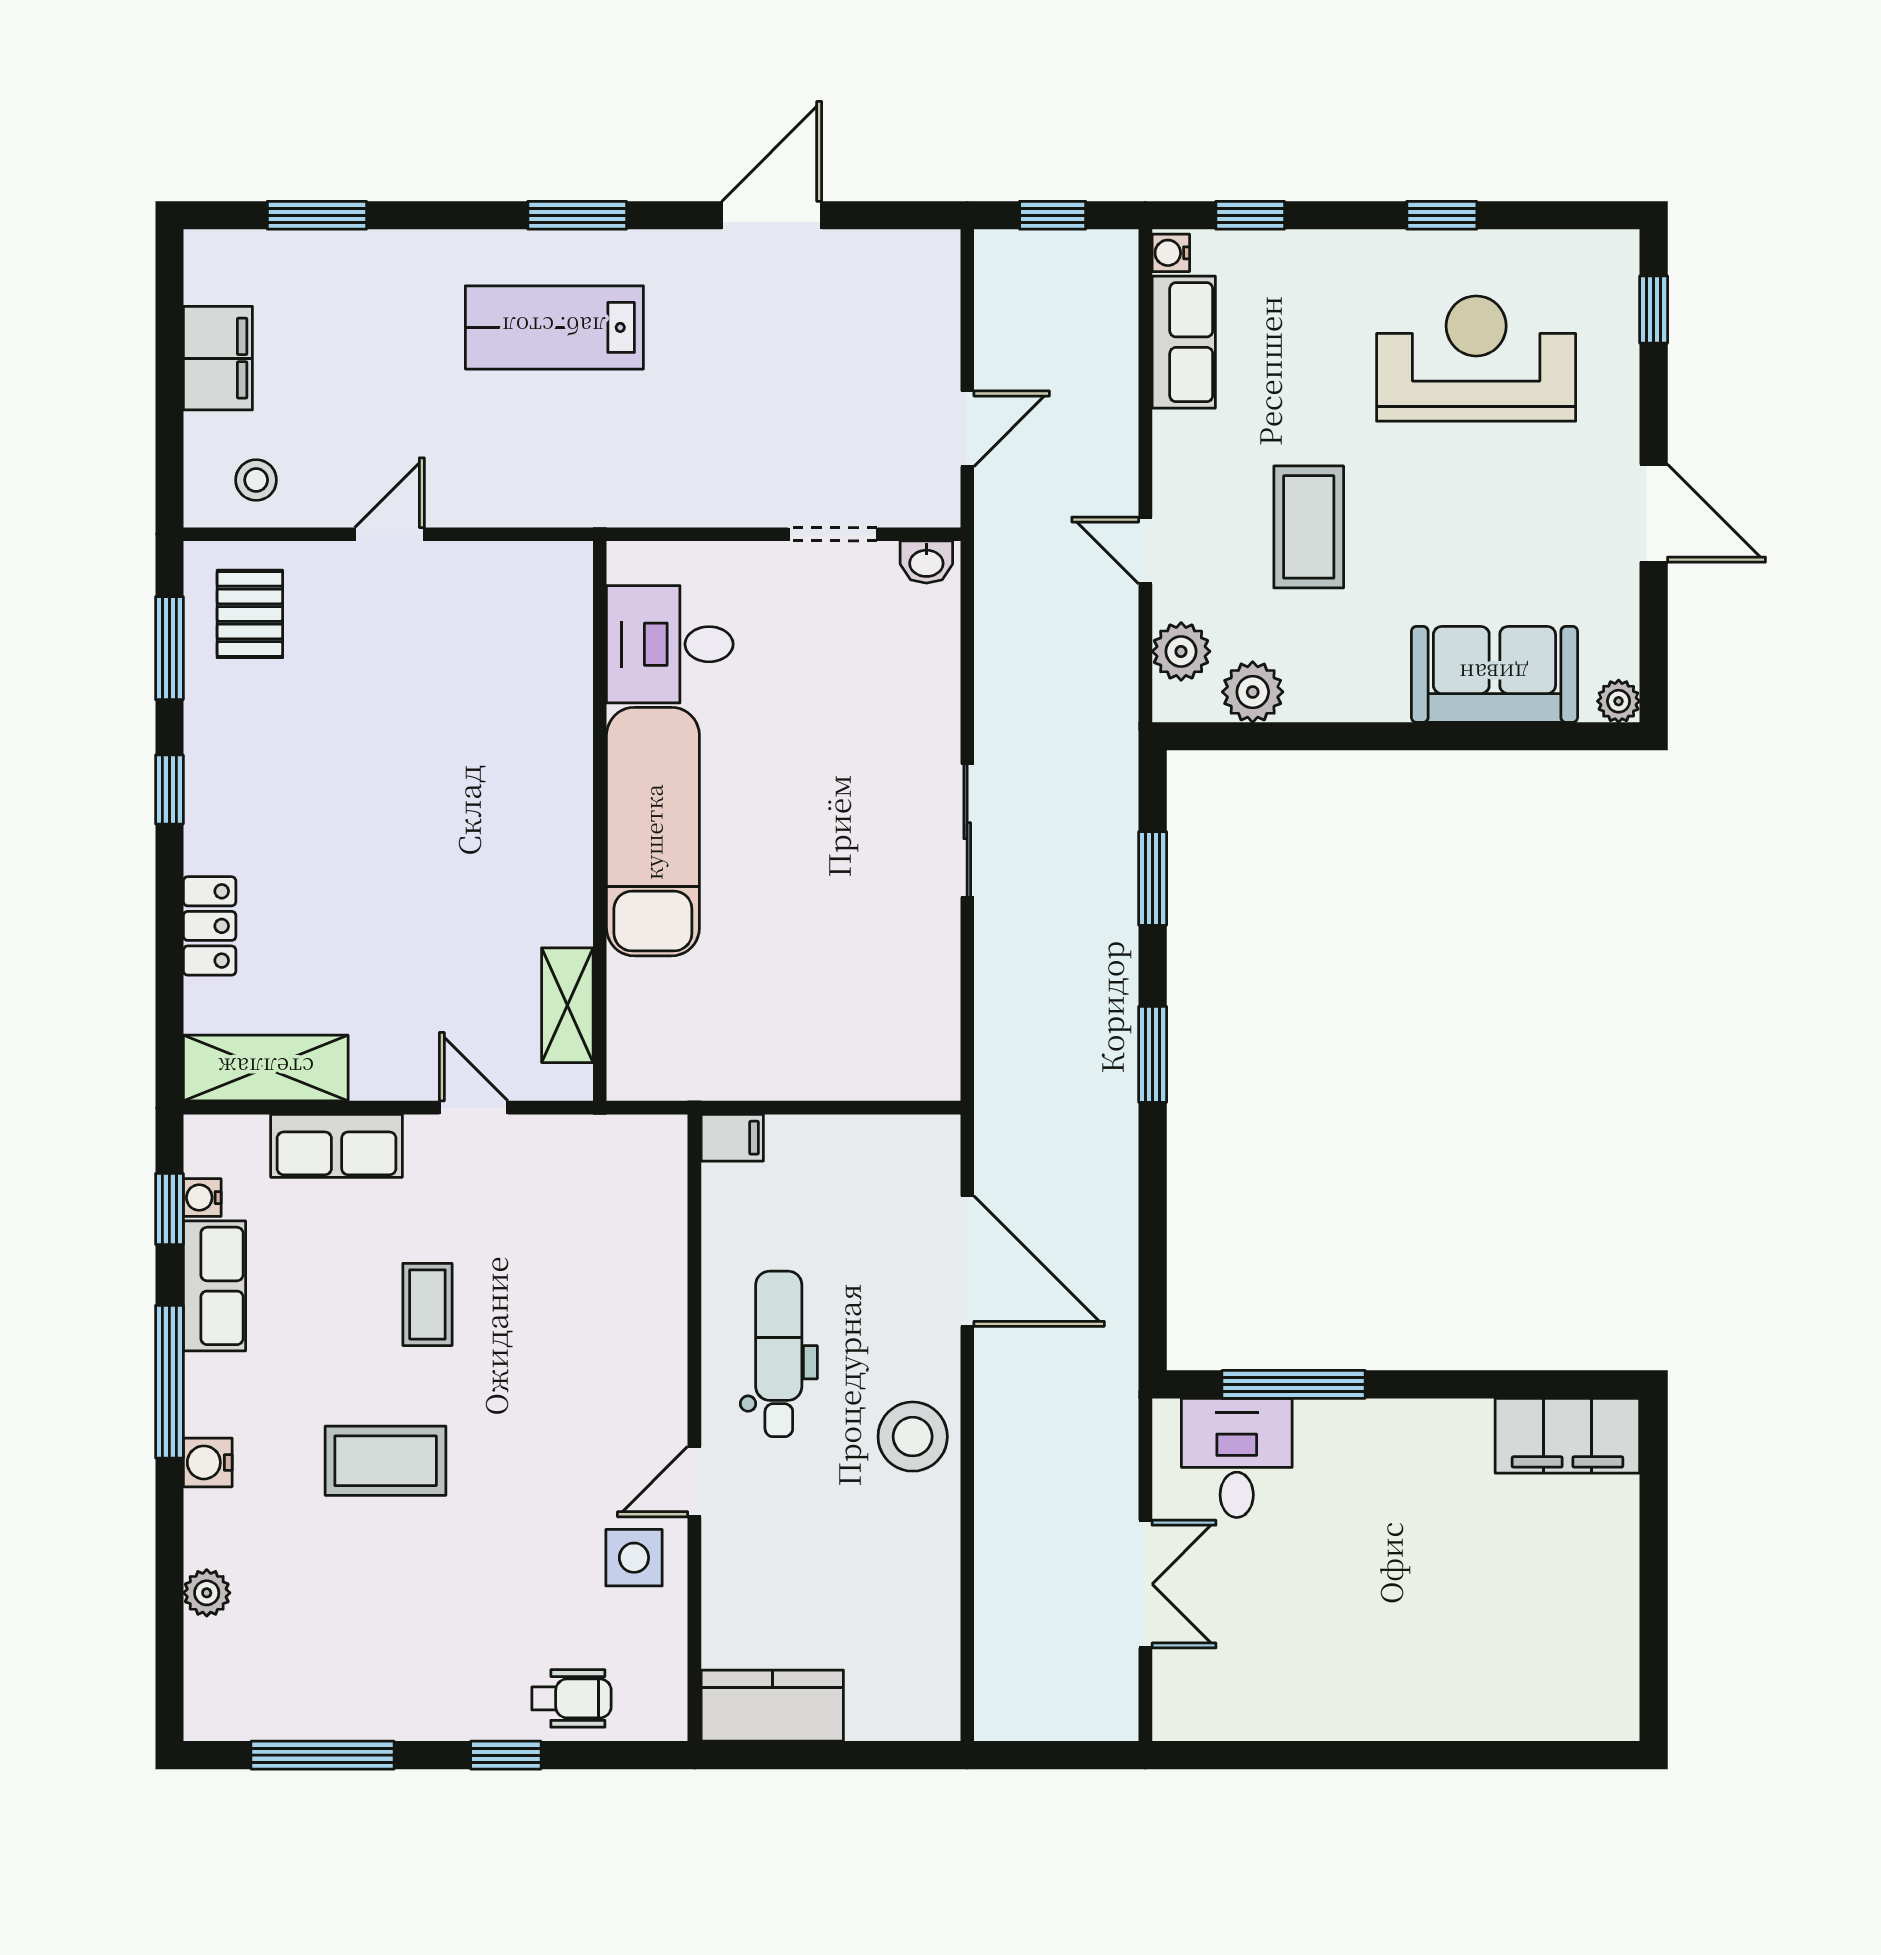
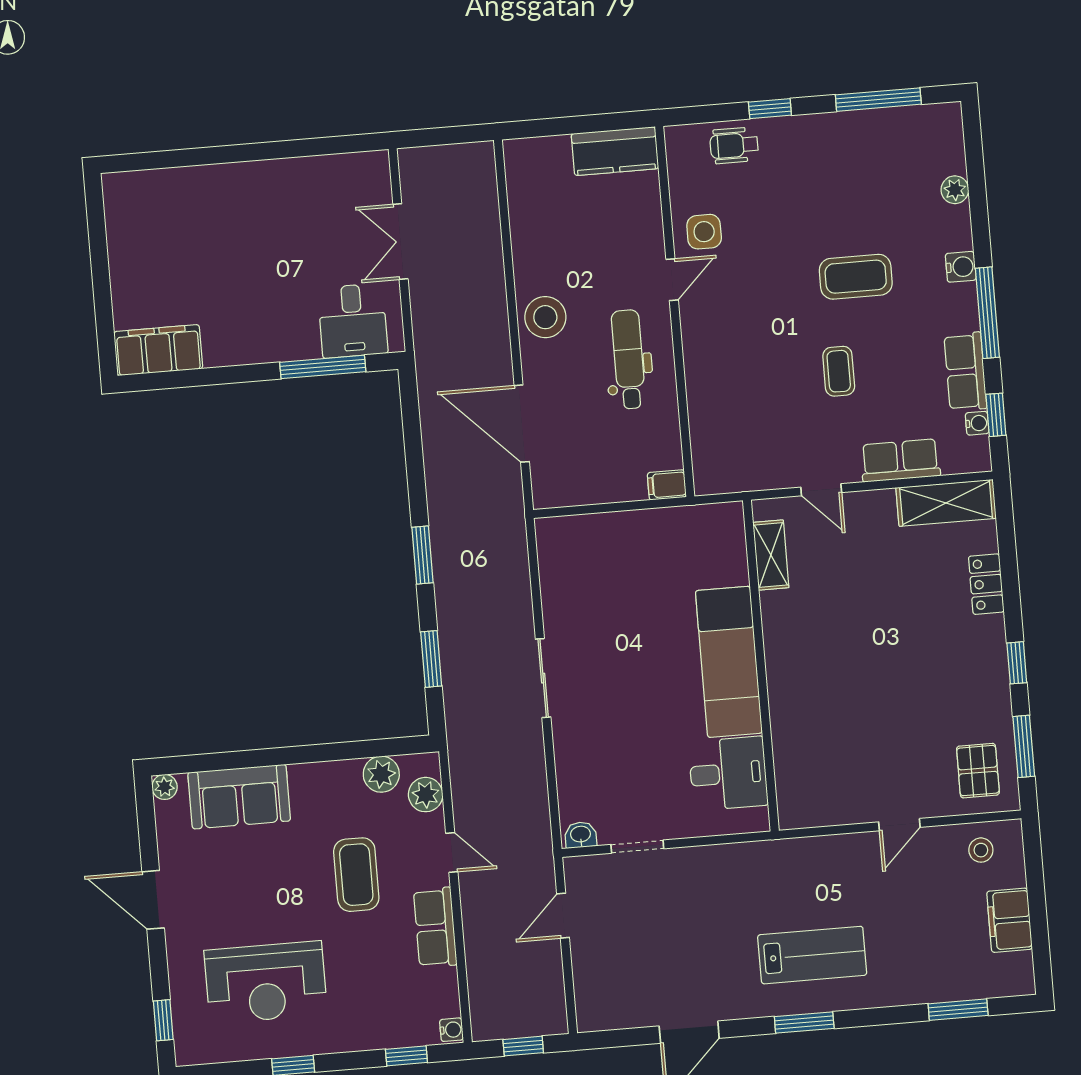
row of seats: (1184, 342) -> (435, 927), moved
dental chair: (779, 1354) -> (629, 359), turned 180

